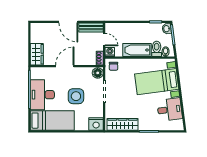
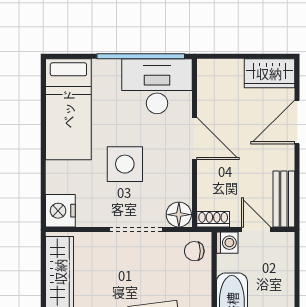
door: (68, 22) -> (297, 122), moved
door: (104, 40) -> (256, 230), swing flipped
wardrobe: (37, 54) -> (269, 73), moved
desk: (42, 95) -> (157, 86), moved

